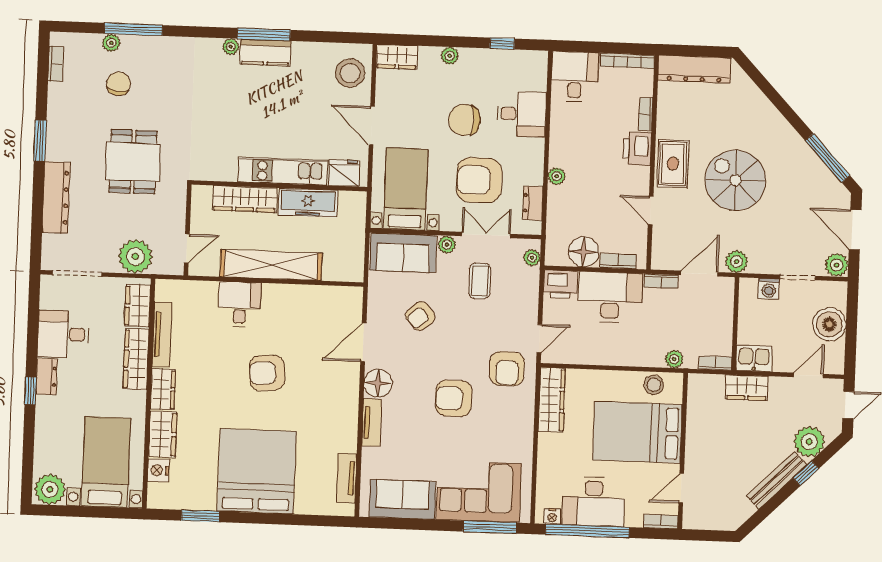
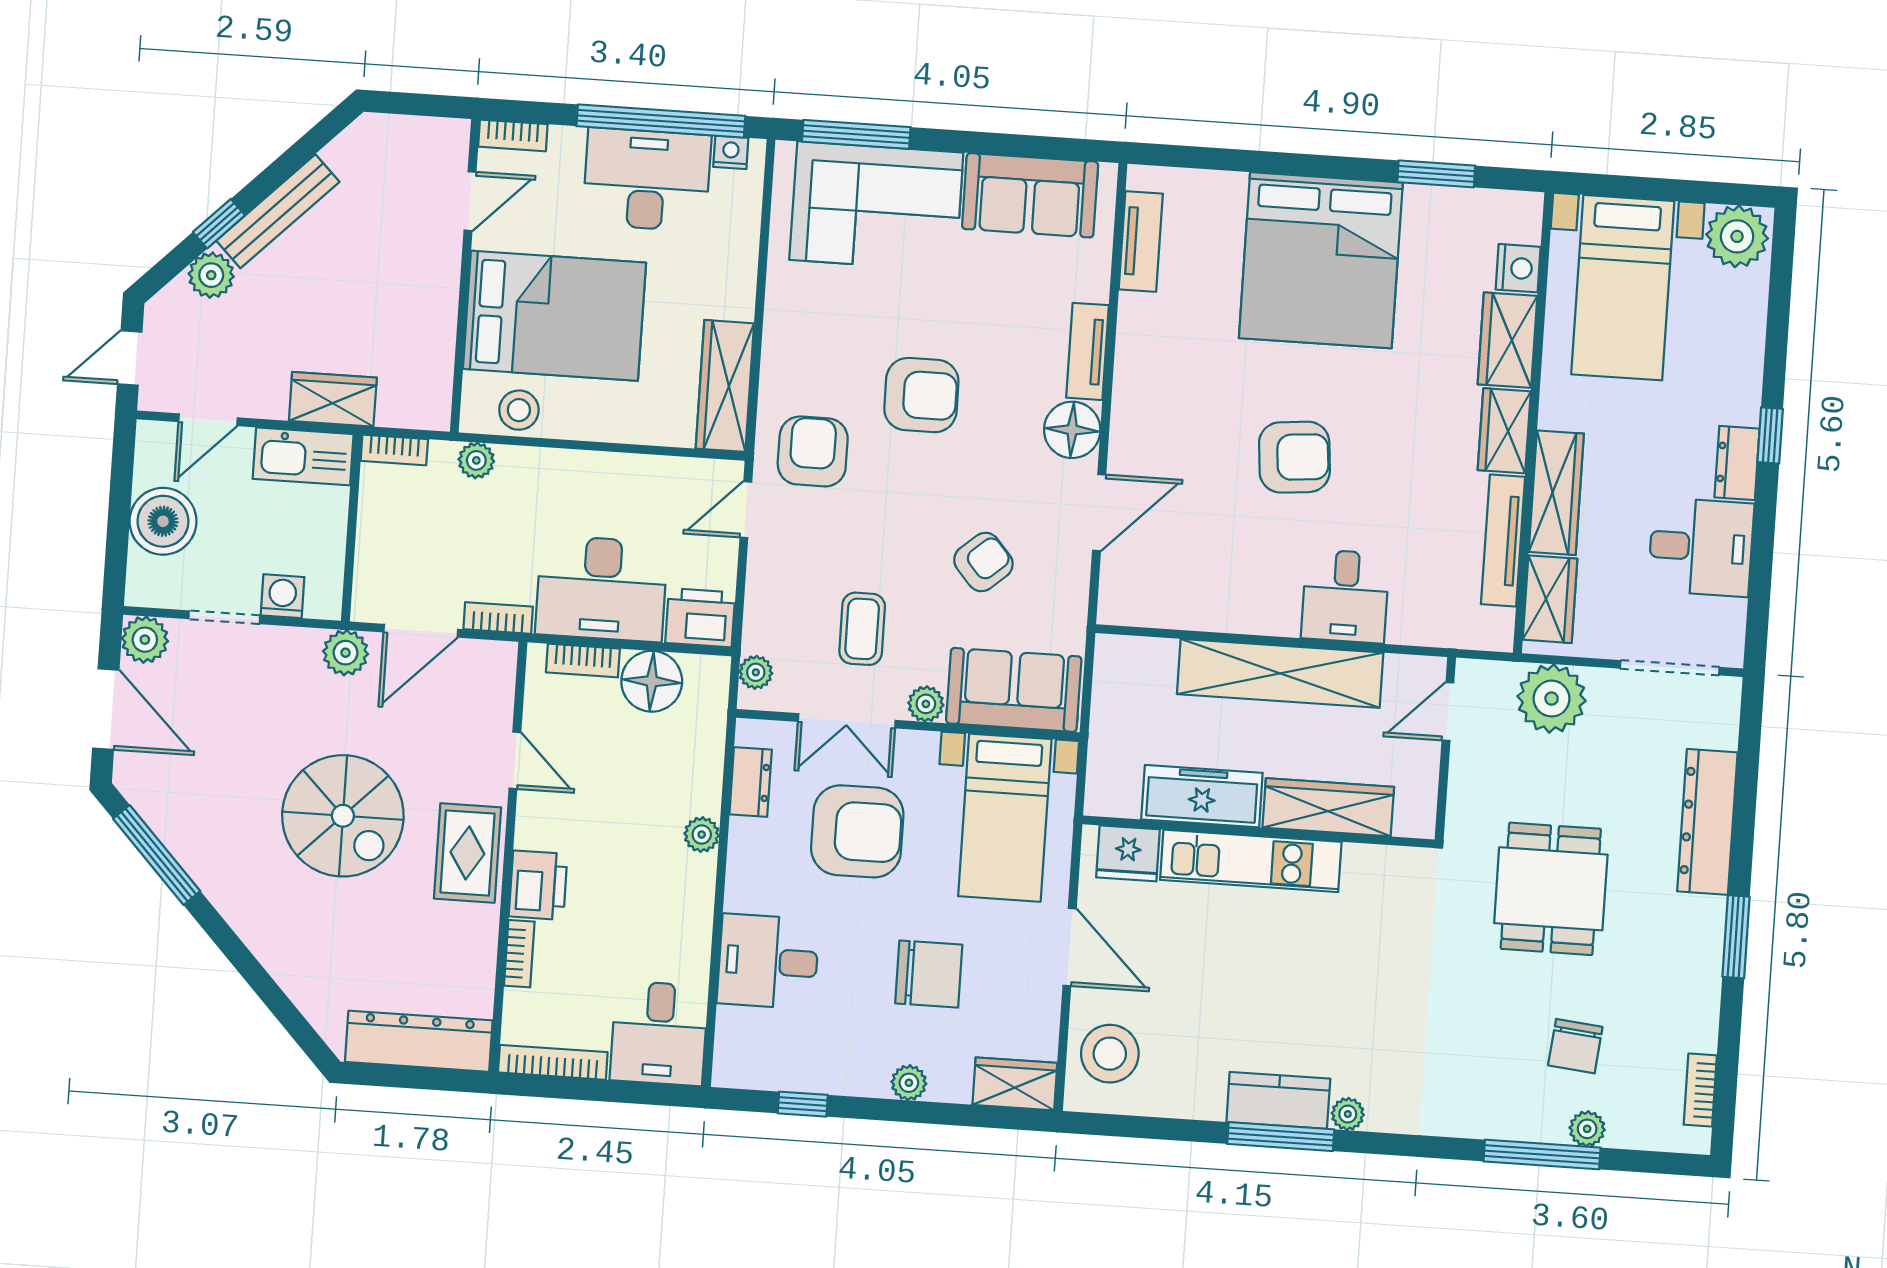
chair: (464, 120) -> (929, 974), moved
kitchen sink: (754, 358) -> (303, 456), width x1.38
plant: (809, 442) -> (211, 275), width x0.73, depth x0.73

